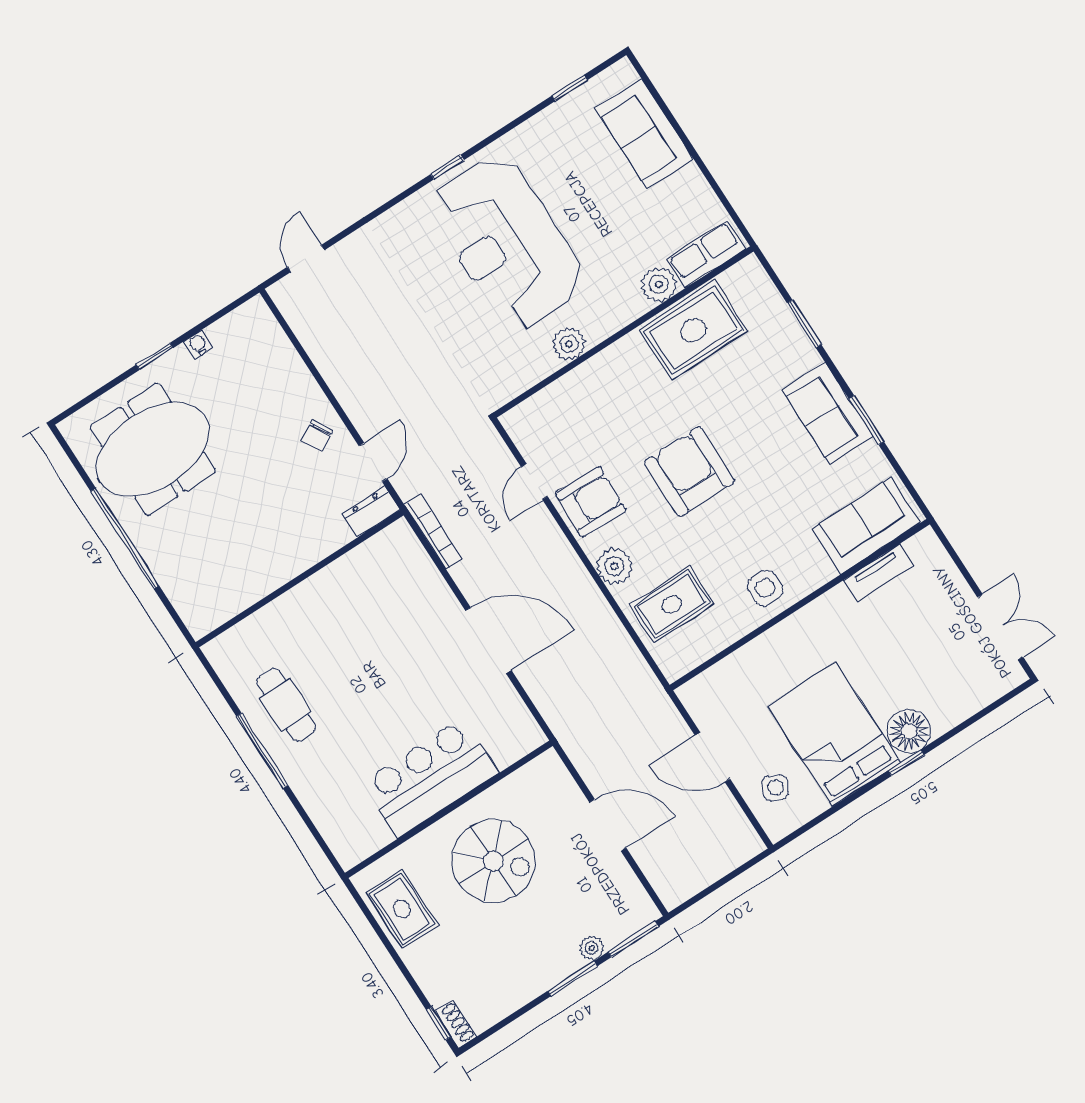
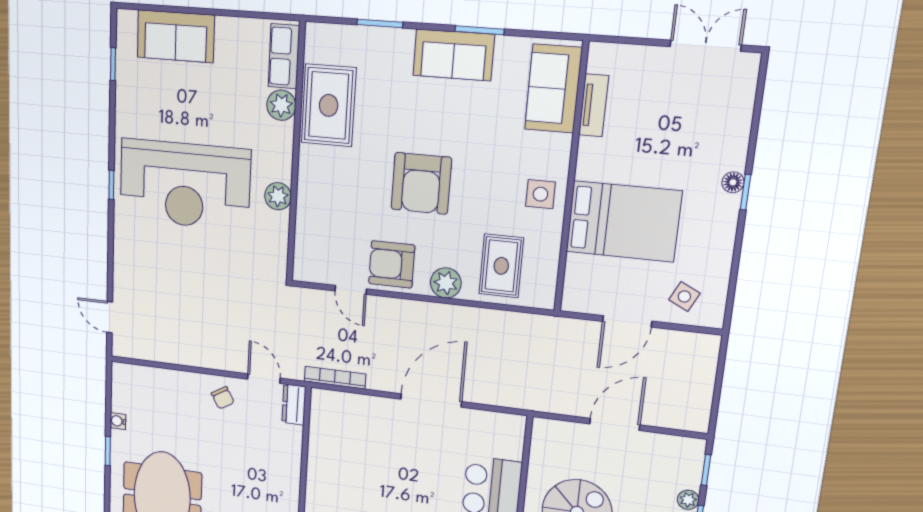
armchair: (689, 472) -> (421, 183), turned -90
armchair: (591, 502) -> (392, 264), turned -92
floor lamp: (909, 731) -> (733, 182), width x0.53, depth x0.53
bed: (834, 734) -> (624, 221), moved, turned 180
window: (633, 939) -> (706, 470), width x0.67

